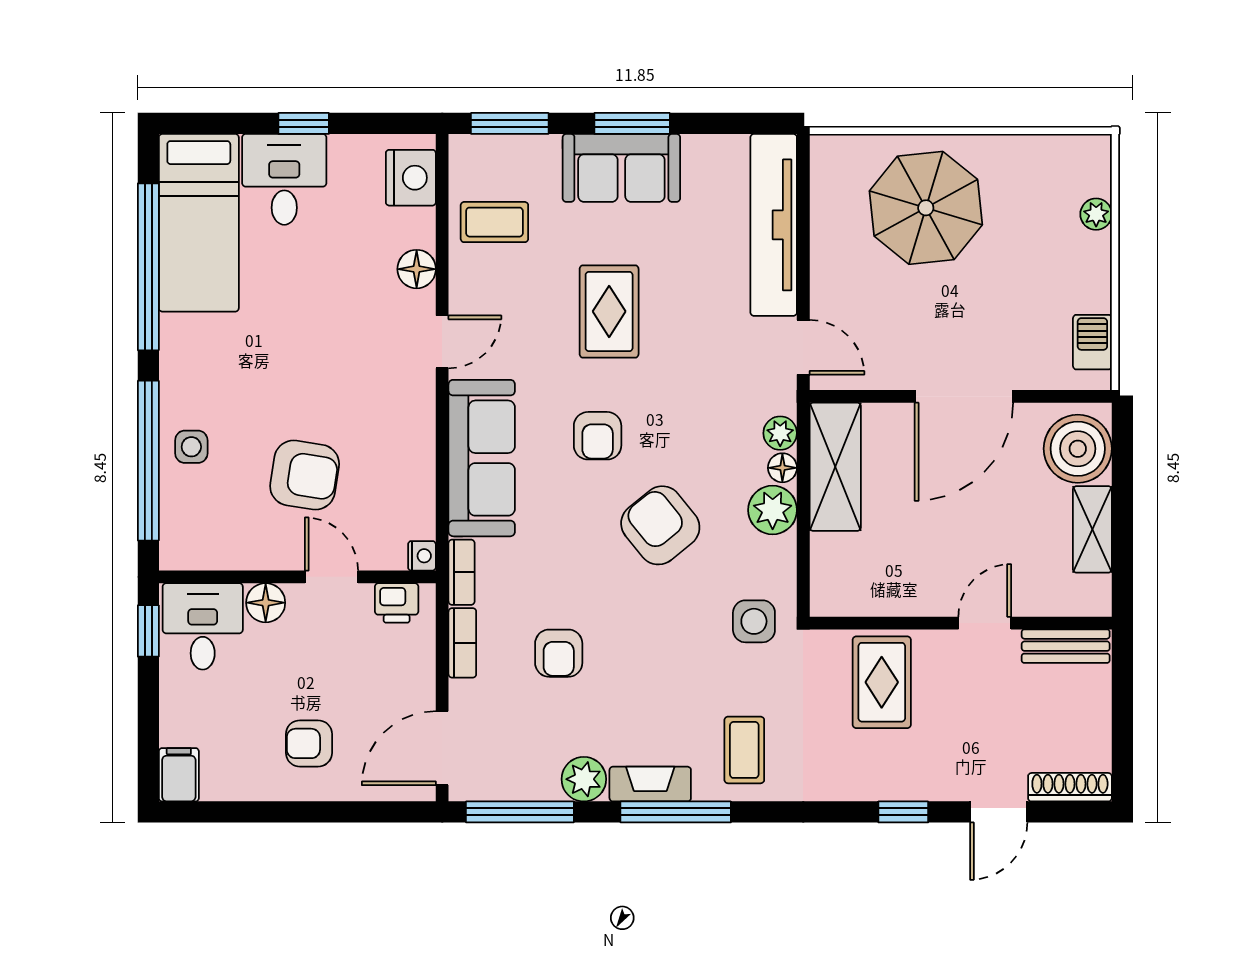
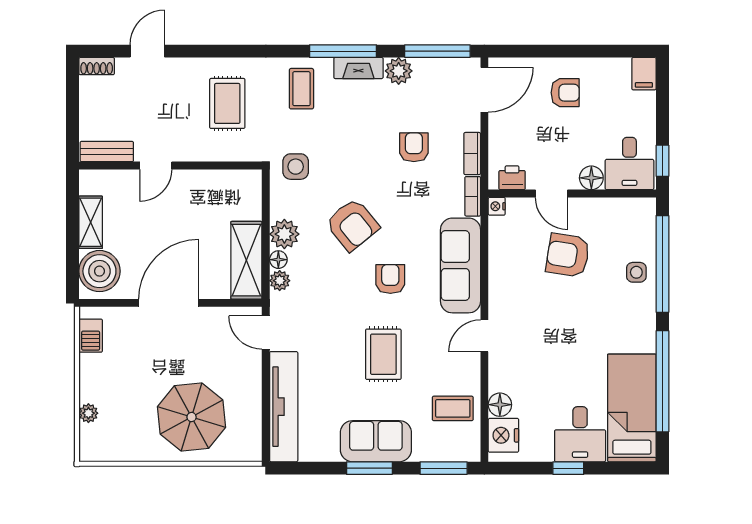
floor lamp: (417, 269) -> (500, 405), moved
rug: (882, 682) -> (227, 103), moved
shoe rack: (1070, 787) -> (97, 66), width x0.70
window: (903, 812) -> (205, 51), removed

